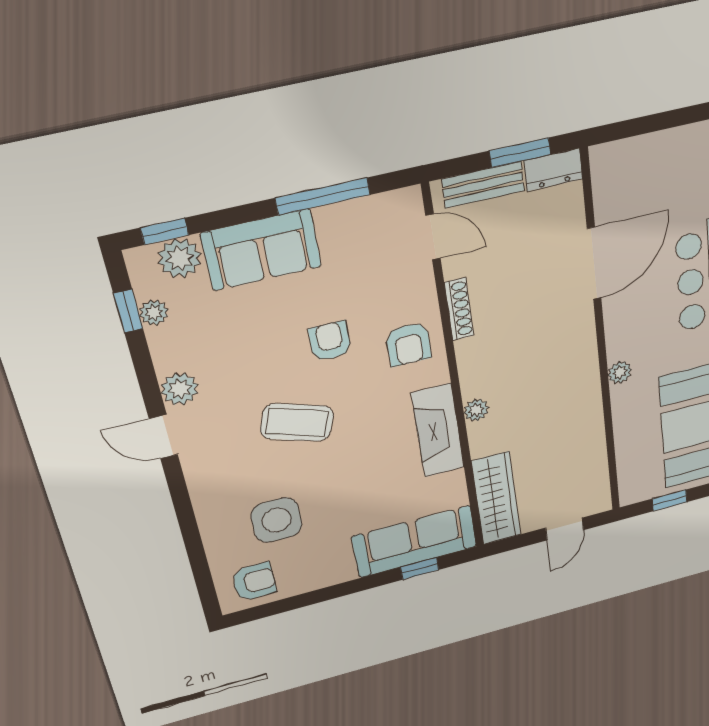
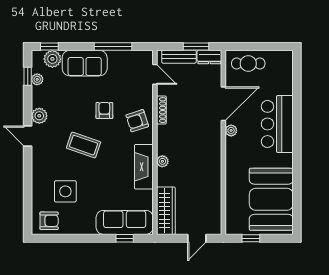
cafe table: (642, 164) -> (248, 64), added
armchair: (409, 344) -> (137, 121), turned 72
plant: (620, 372) -> (231, 130), moved

